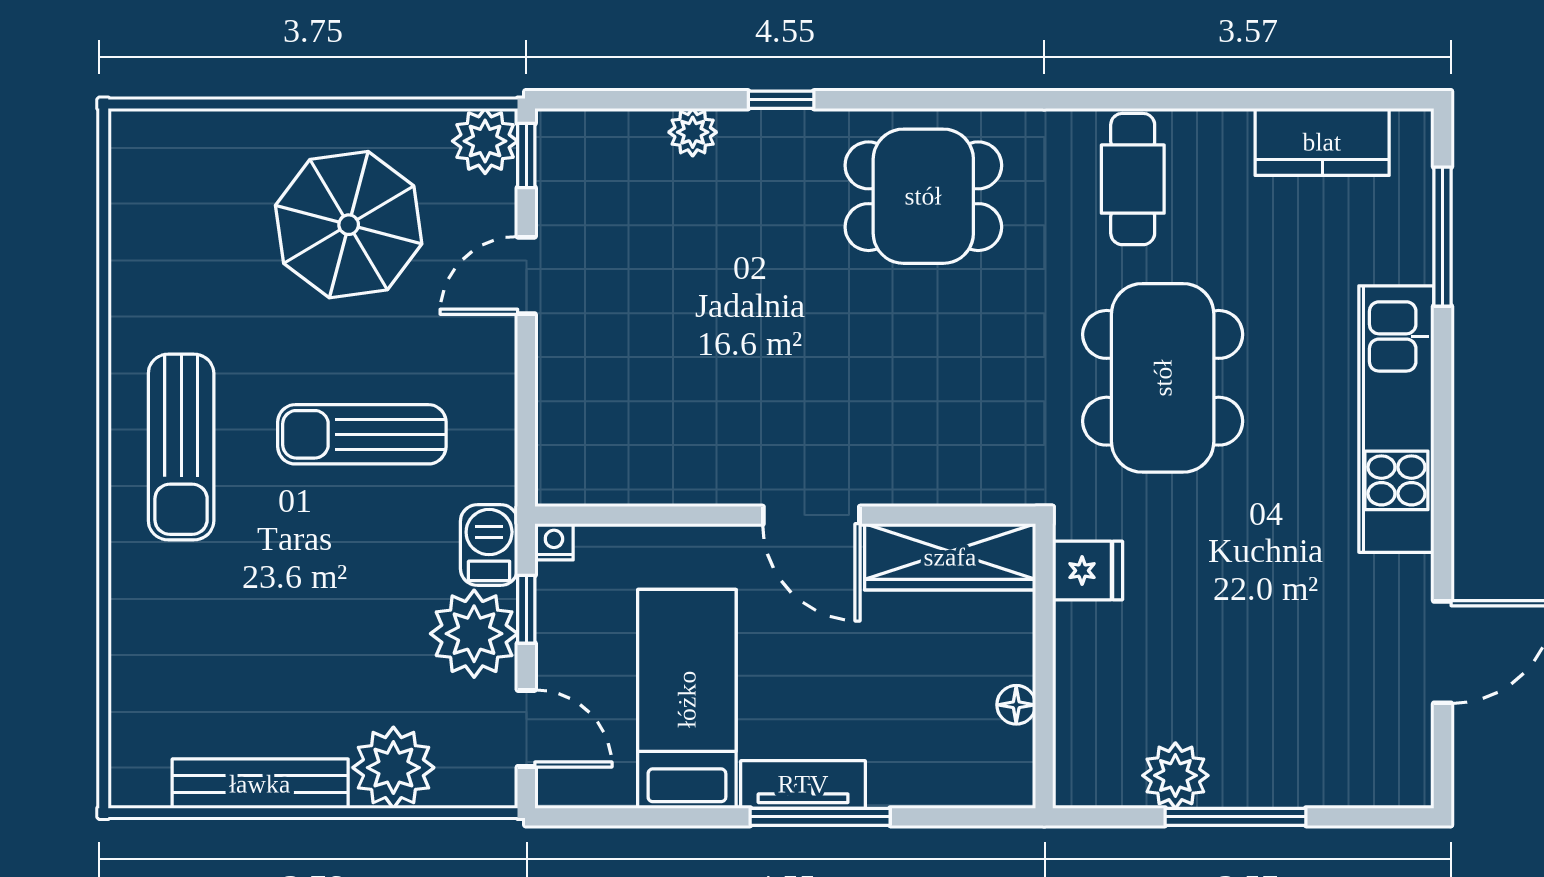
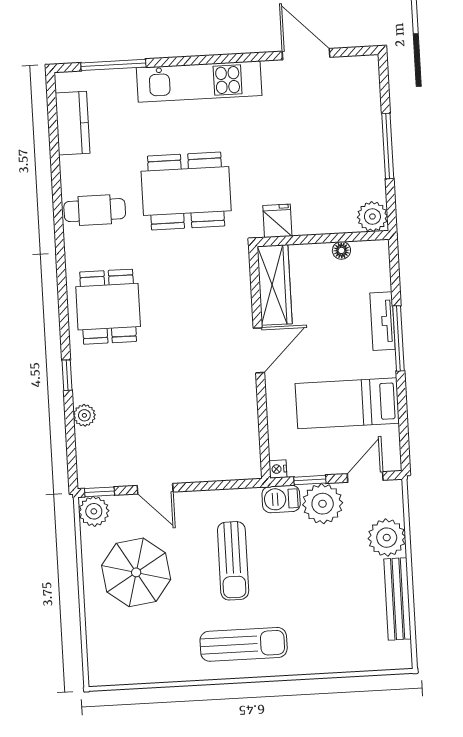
plant: (1175, 775) -> (372, 217), moved
tv unit: (803, 784) -> (382, 321), moved

